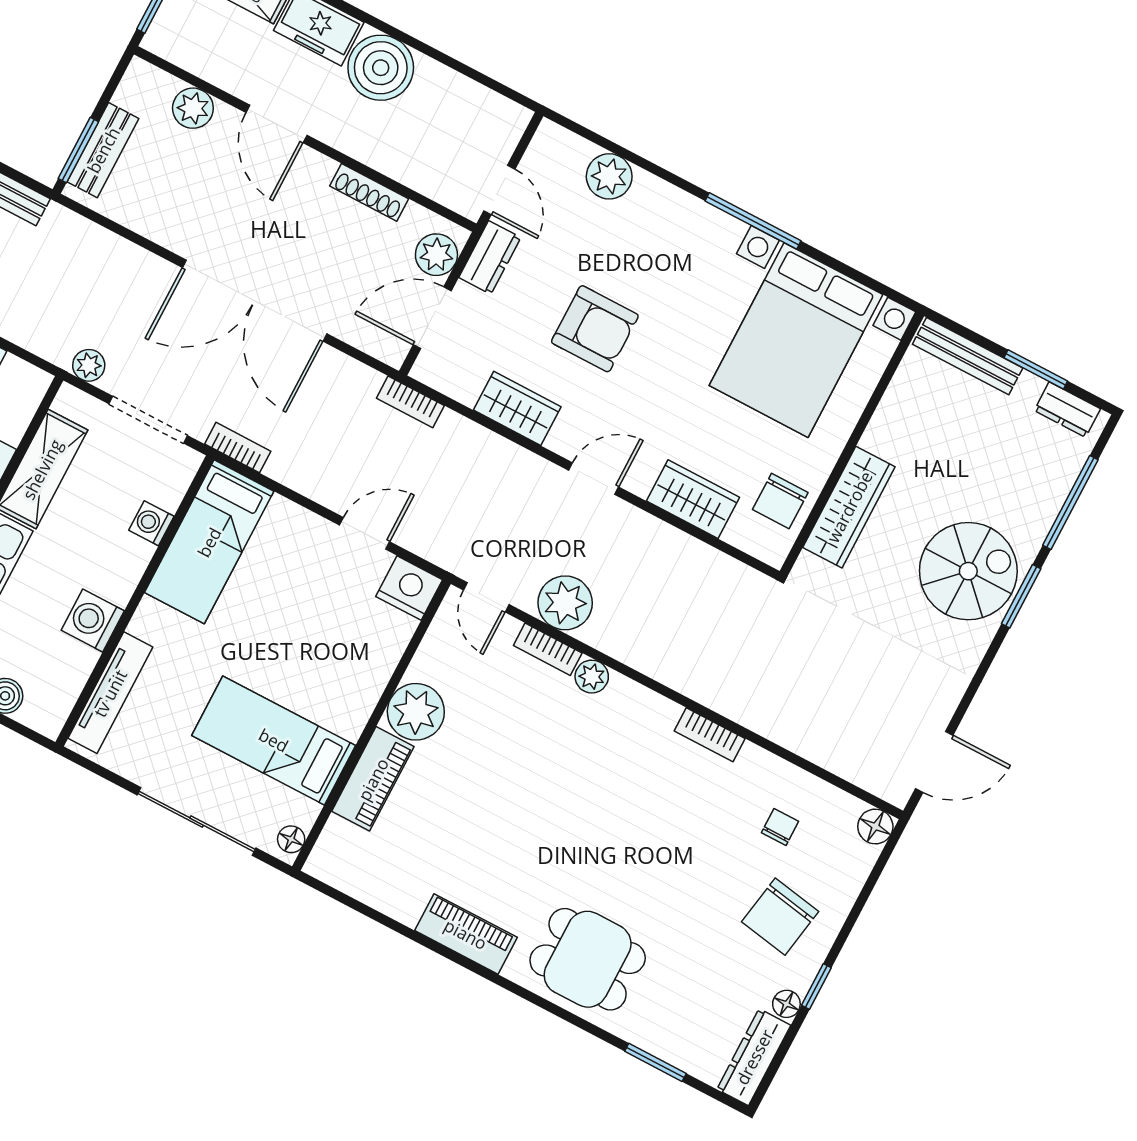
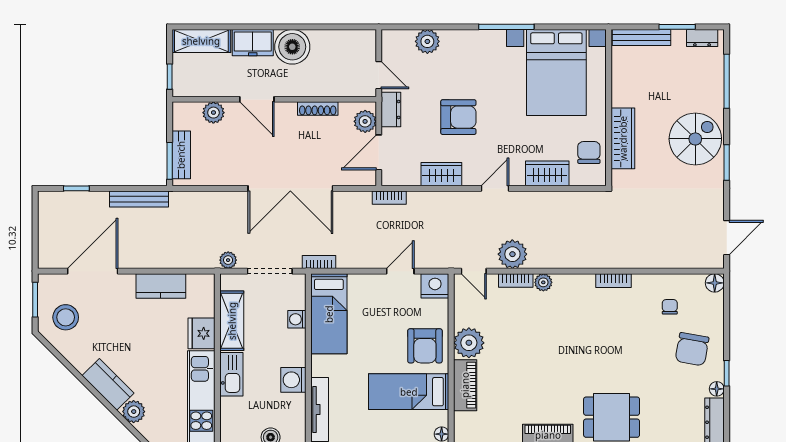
chair: (780, 501) -> (589, 153), turned 180
window: (1021, 596) -> (727, 162), moved
armchair: (340, 679) -> (425, 346), added

